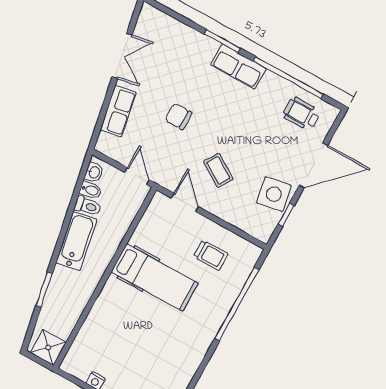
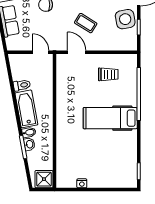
washbasin: (94, 172) -> (29, 144), moved
bidet: (91, 190) -> (29, 132), moved
hospital bed: (155, 278) -> (110, 118), moved, turned 180

